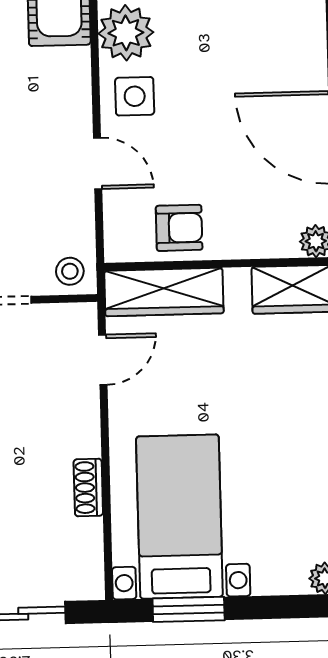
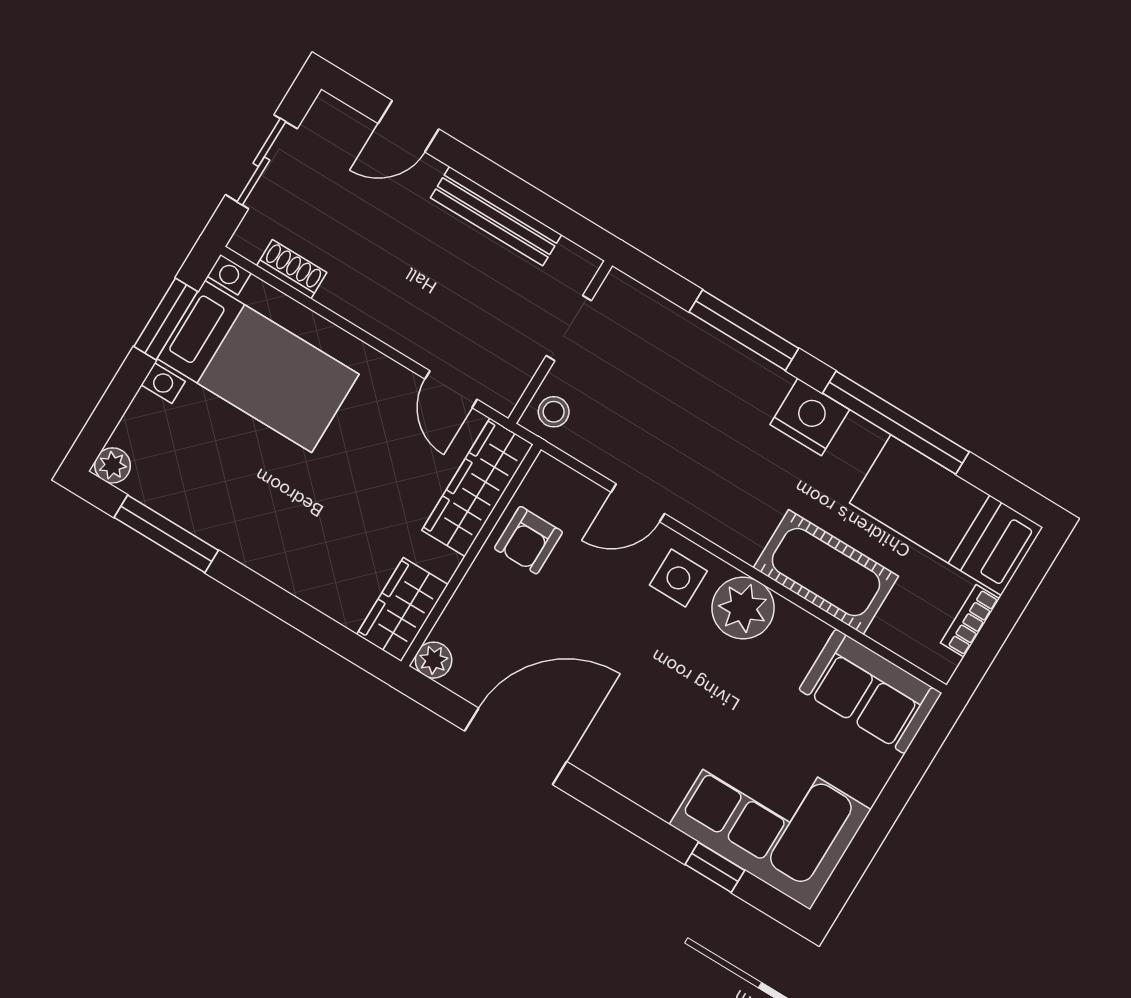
shoe rack: (88, 487) -> (292, 269), moved

